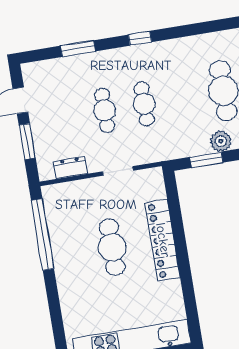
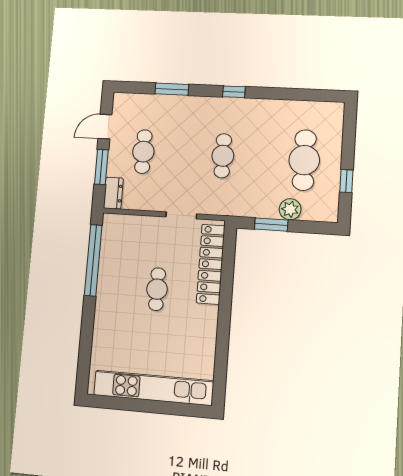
cafe table: (105, 110) -> (143, 152), moved
dresser: (71, 167) -> (113, 193), moved, turned 90
locker: (163, 240) -> (211, 264), moved
cafe table: (112, 247) -> (157, 289), width x0.73, depth x0.74

